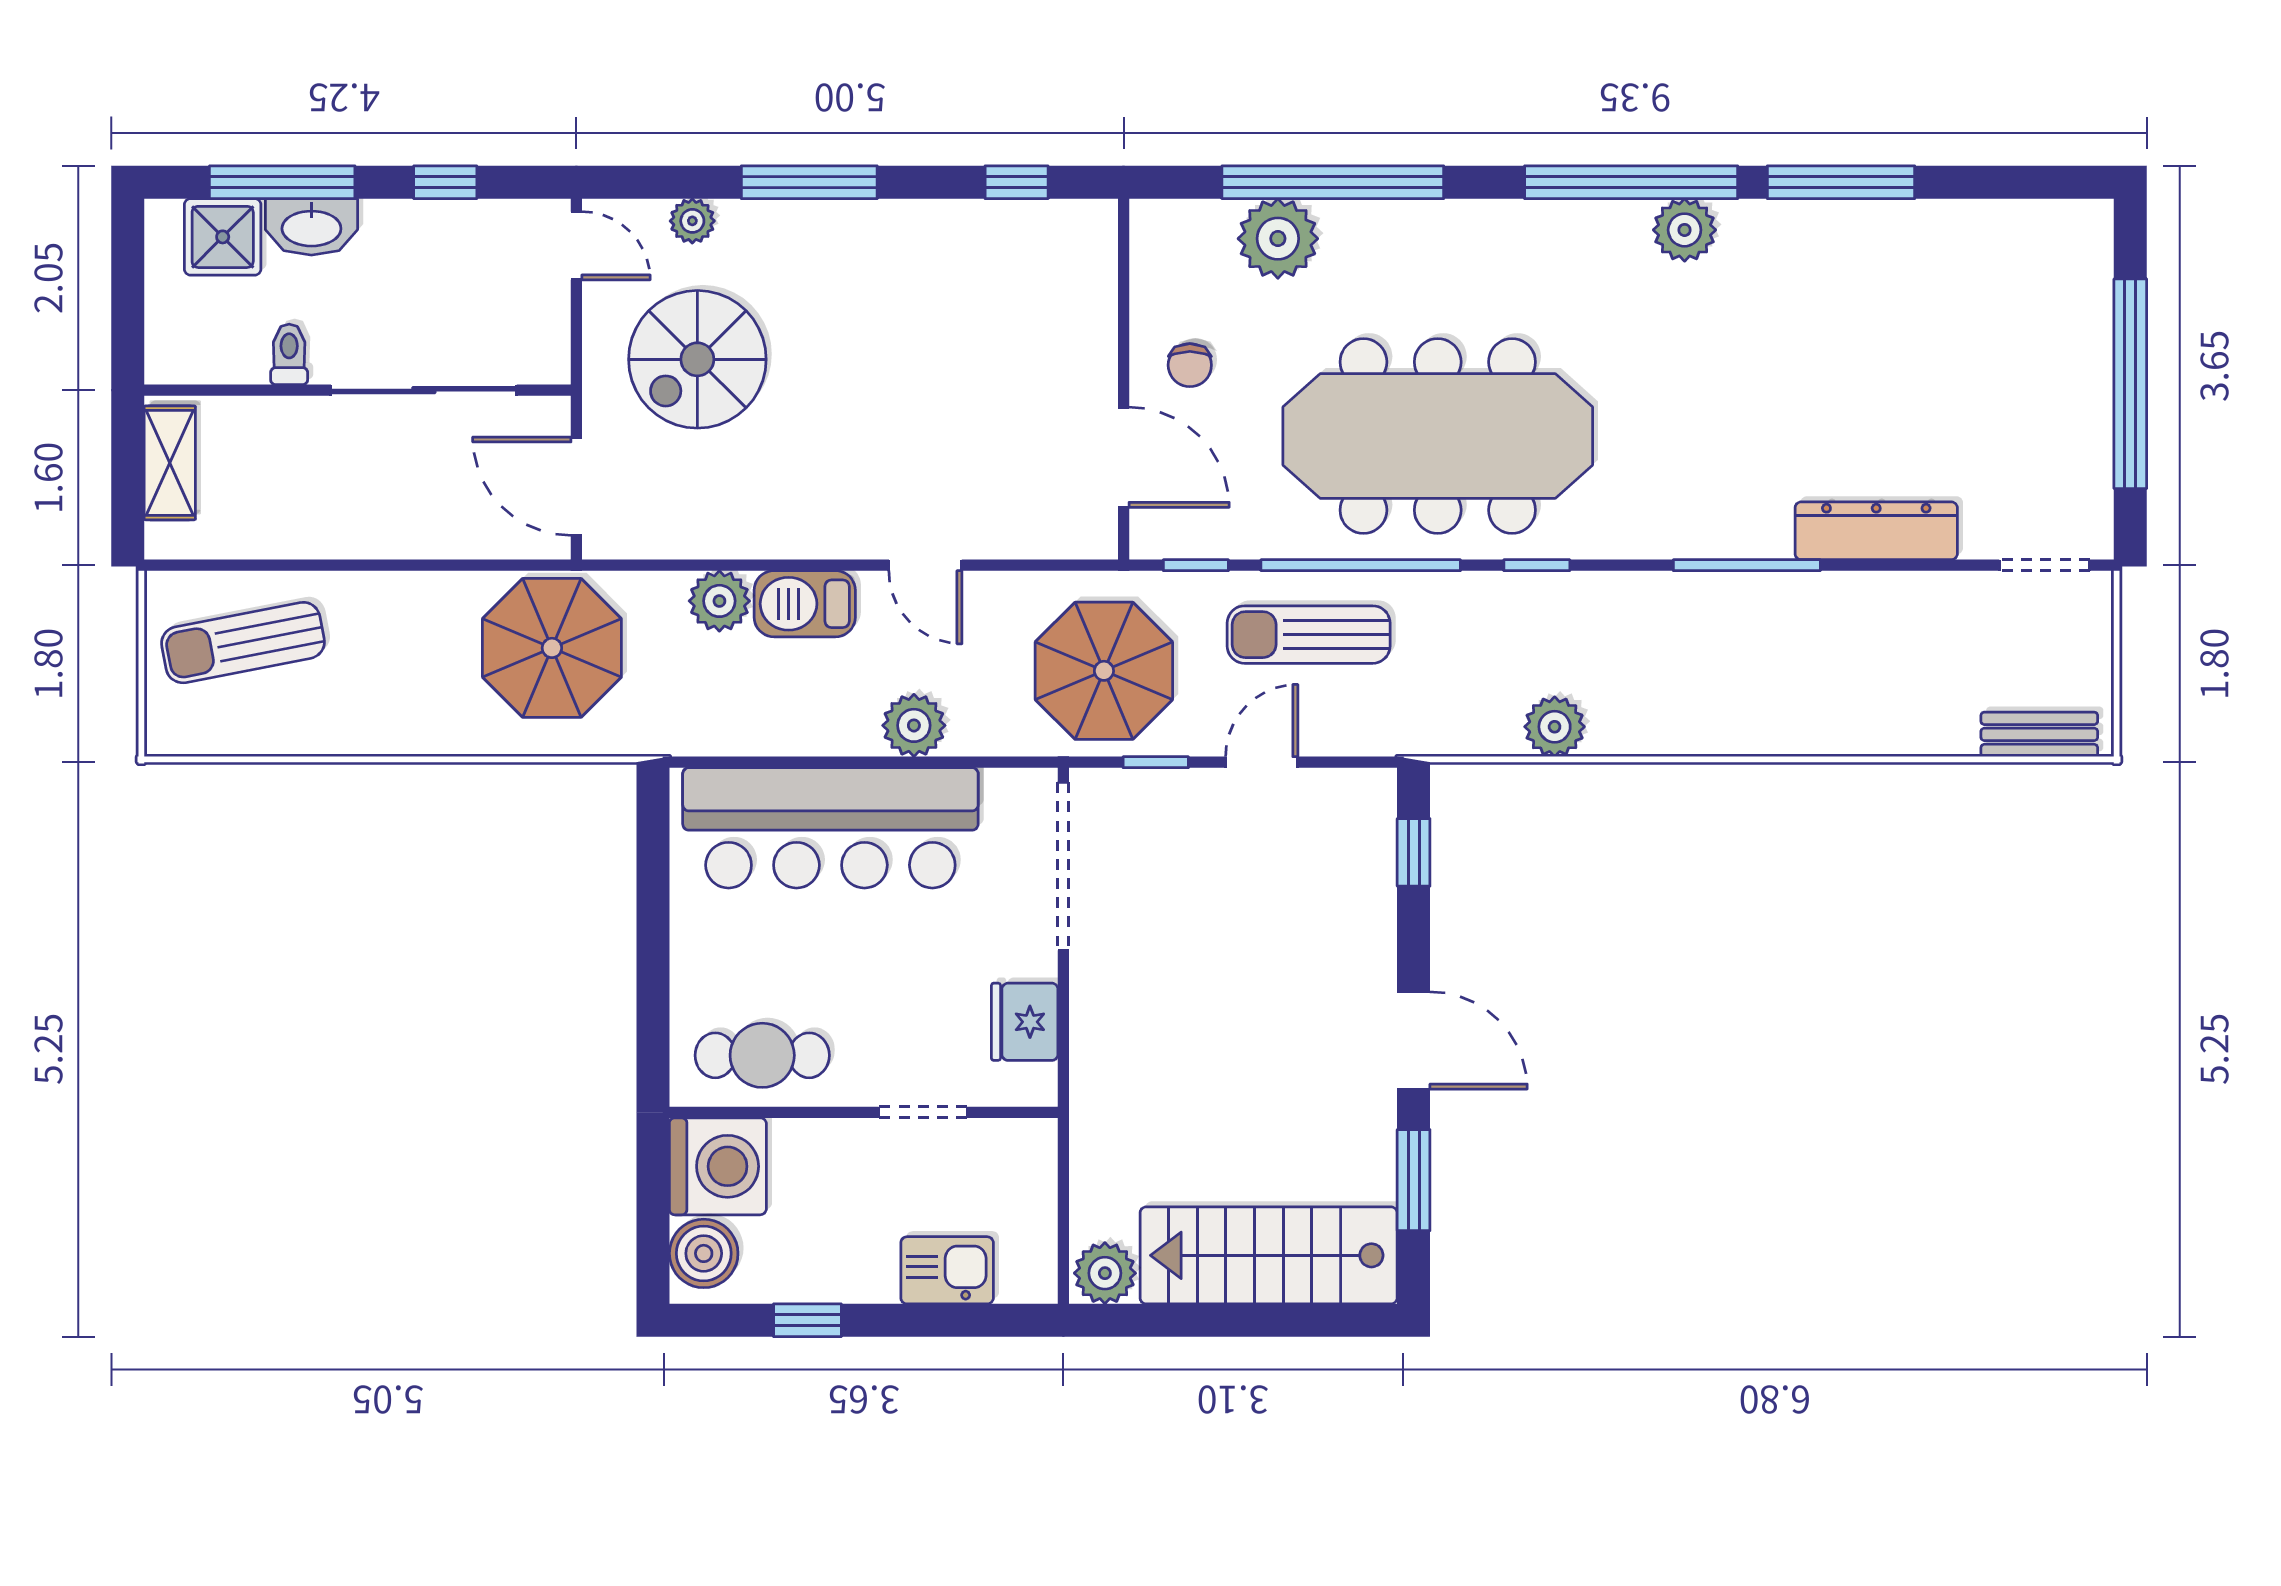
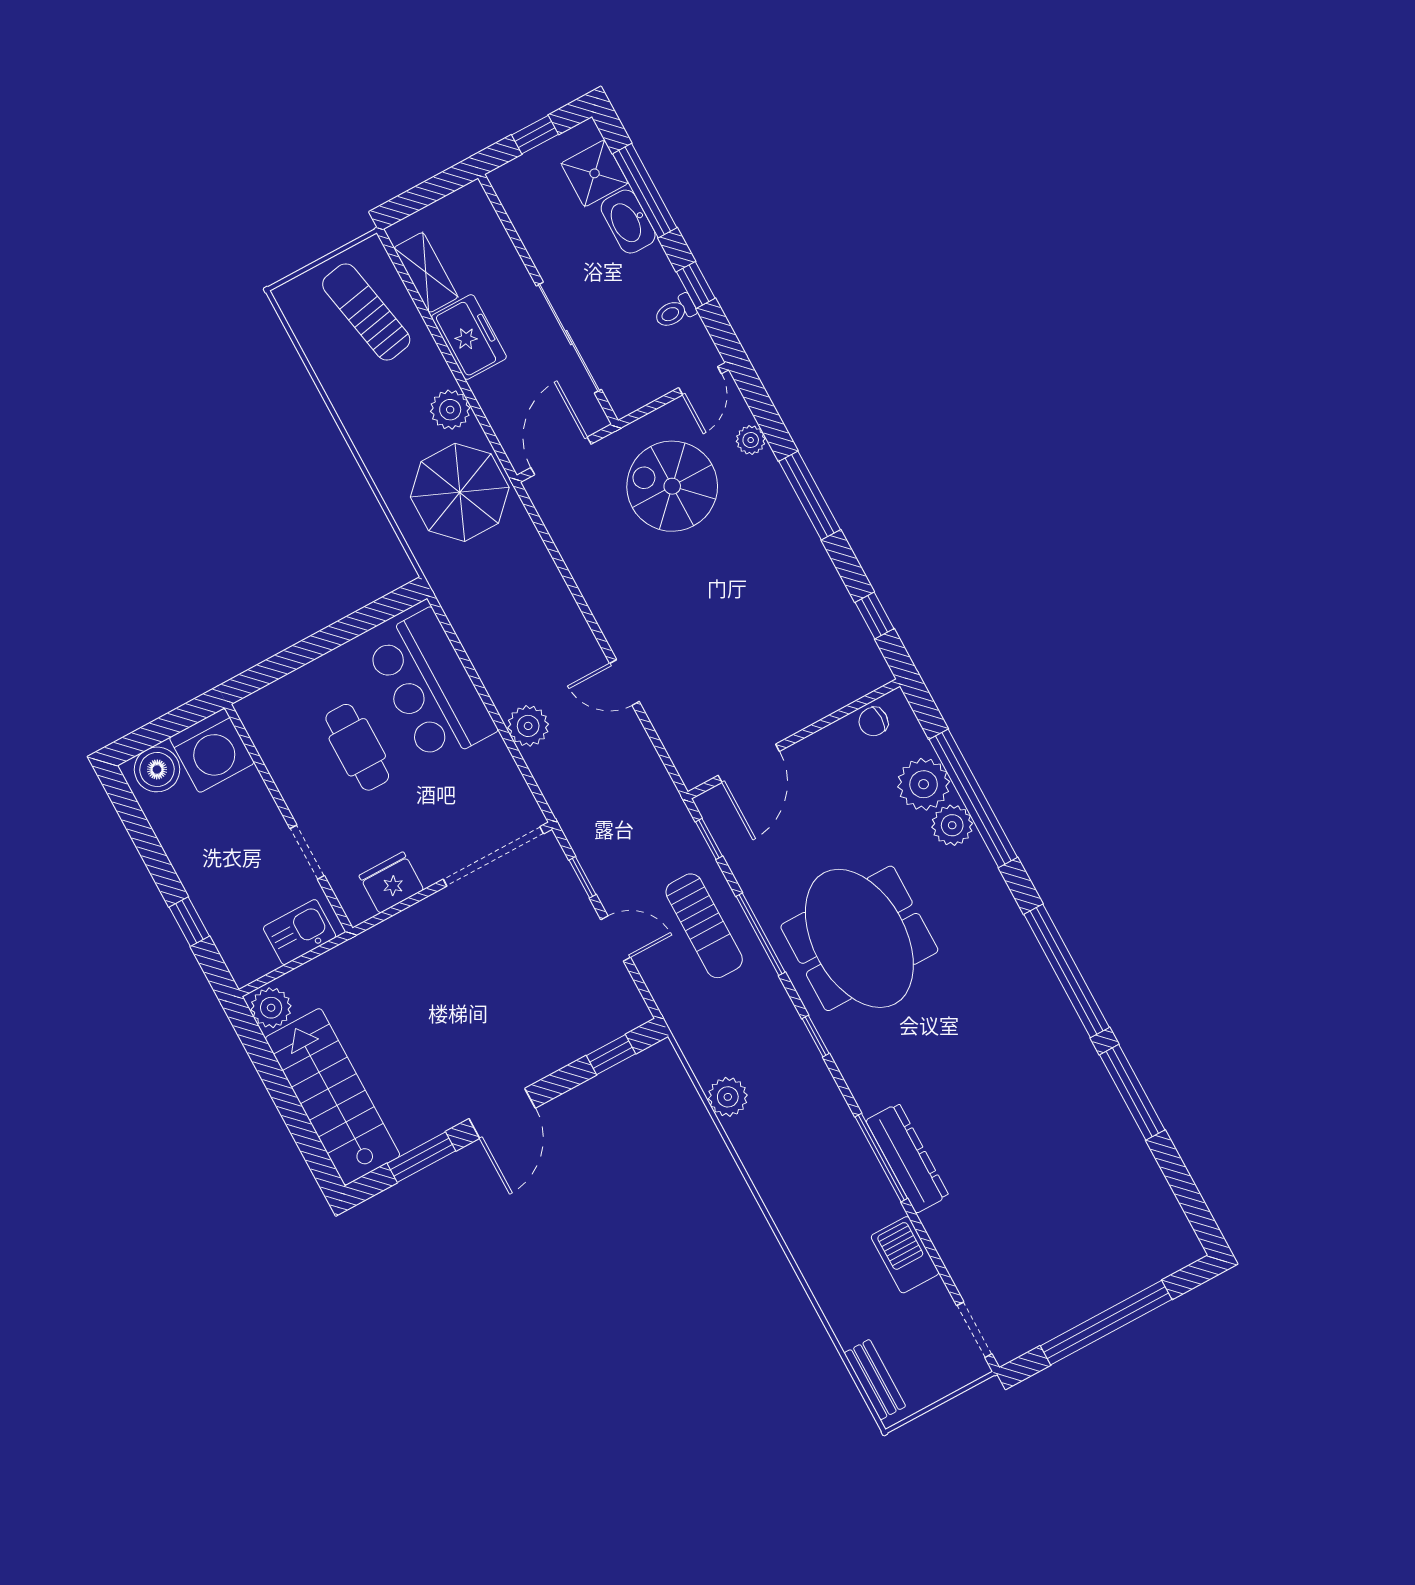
plant: (1685, 230) -> (952, 825), moved
window: (128, 289) -> (535, 135), added
toilet: (289, 354) -> (675, 311), moved, turned 180
chair: (1190, 365) -> (873, 722), moved
meeting table: (1438, 436) -> (859, 938), width x0.73
shelving: (170, 463) -> (426, 272), moved, turned 90
freezer: (351, 523) -> (469, 337), added
dresser: (1876, 531) -> (907, 1158), moved
door: (925, 565) -> (624, 682), hinge flipped
window: (1361, 565) -> (761, 934), width x0.68
plant: (719, 601) -> (450, 410), moved
barbecue: (805, 604) -> (905, 1255), moved
sun lounger: (1309, 635) -> (704, 926), turned 180
parasol: (1104, 671) -> (619, 819), removed
bar counter: (830, 828) -> (430, 687), width x0.73
cafe table: (762, 1055) -> (357, 747), moved
kitchen sink: (947, 1270) -> (300, 932), moved, turned -90
window: (807, 1320) -> (189, 922), moved

